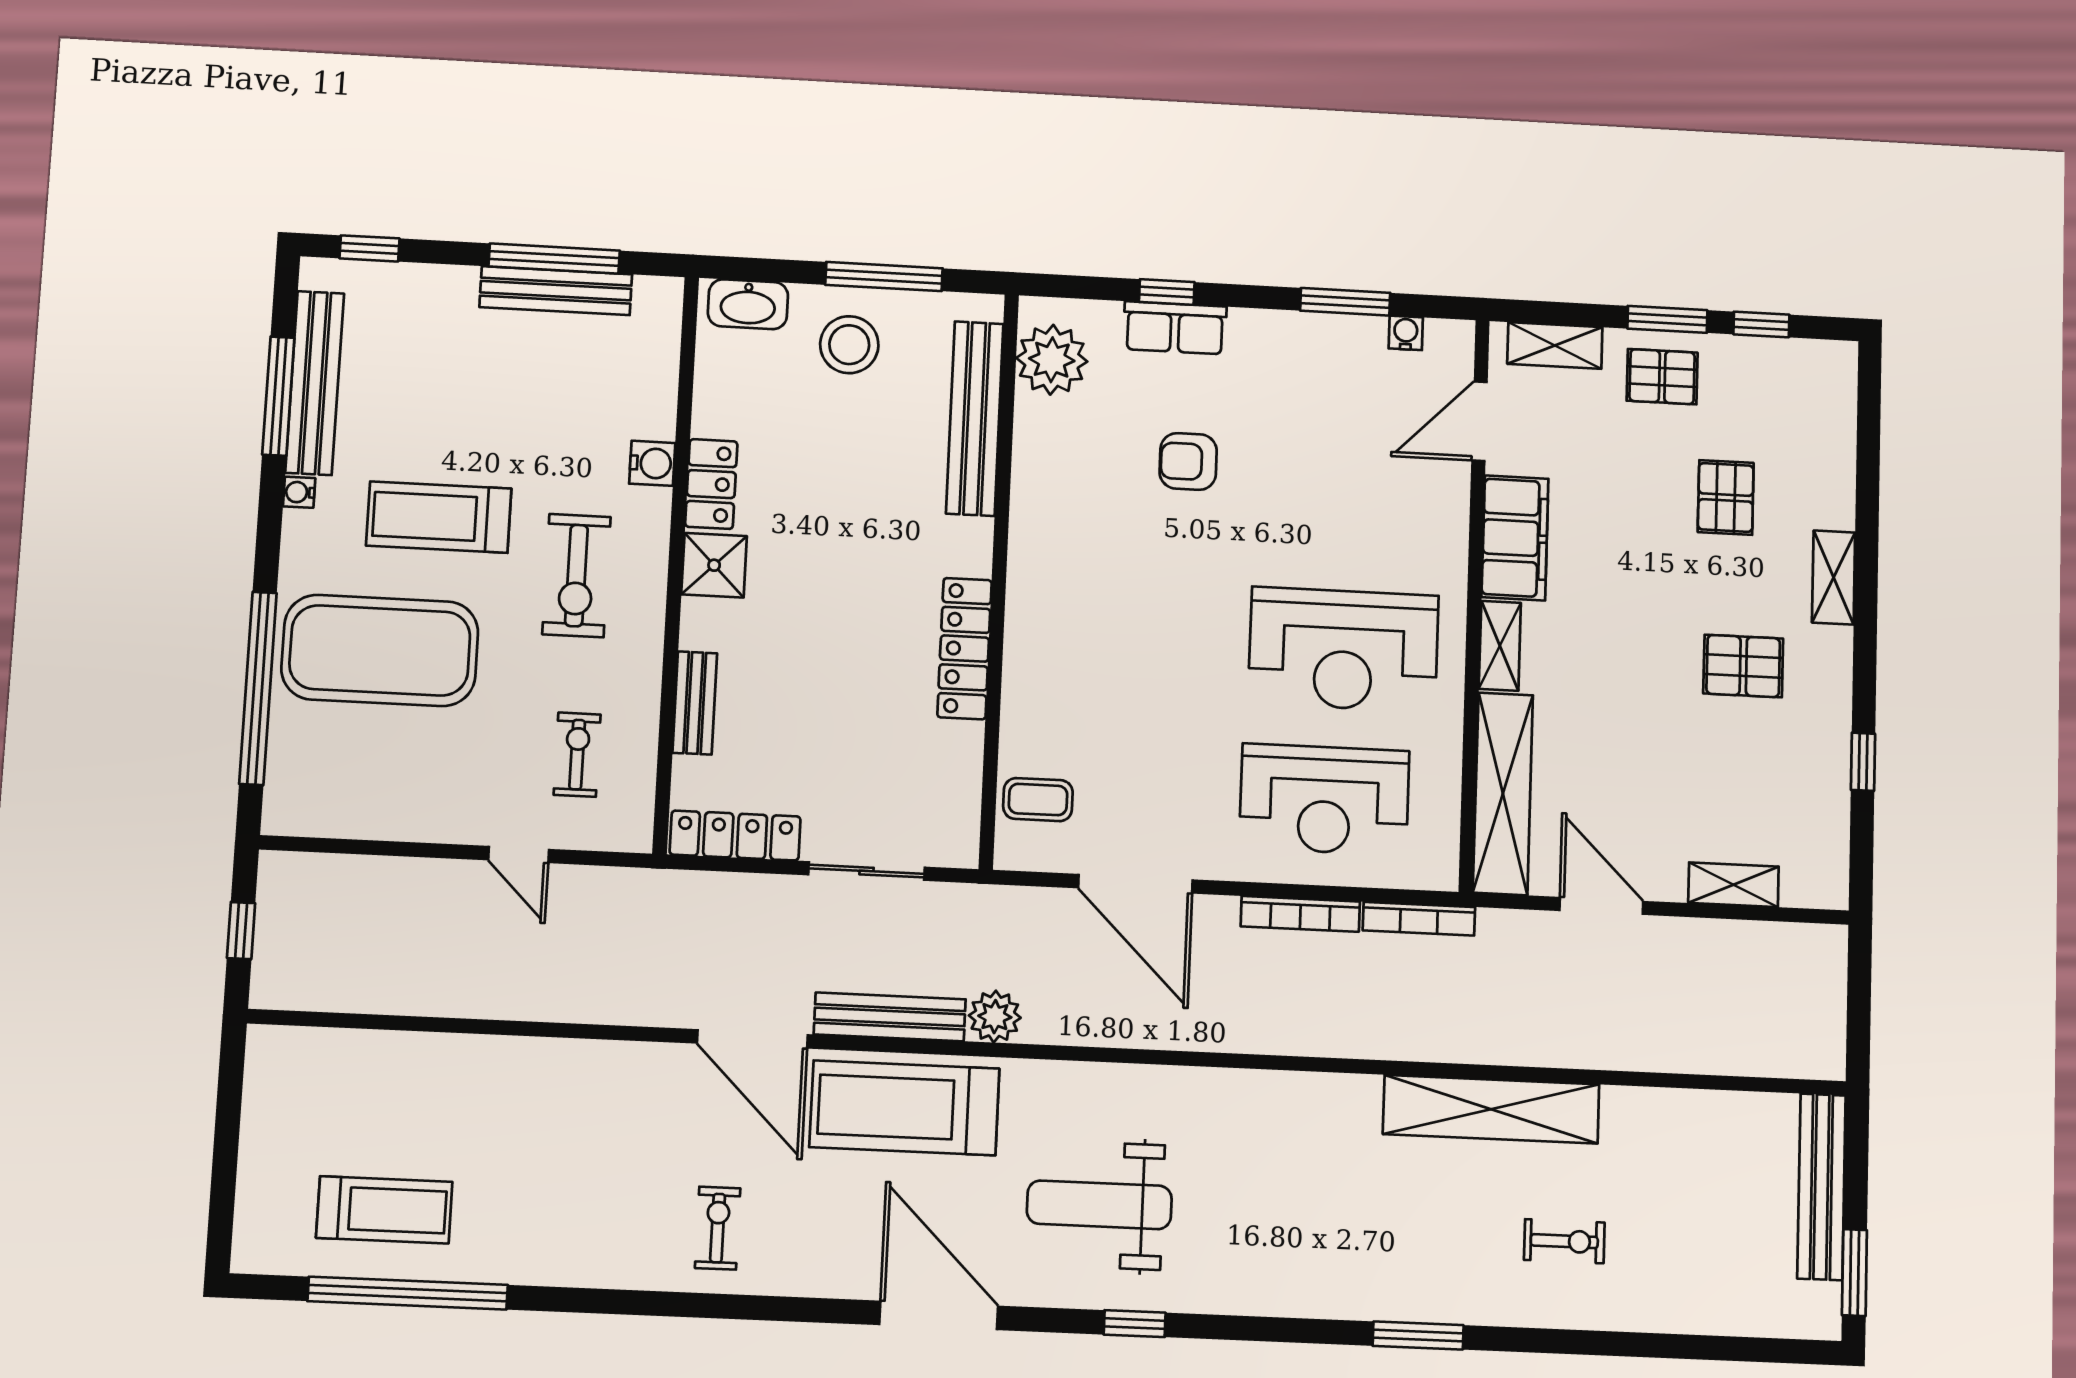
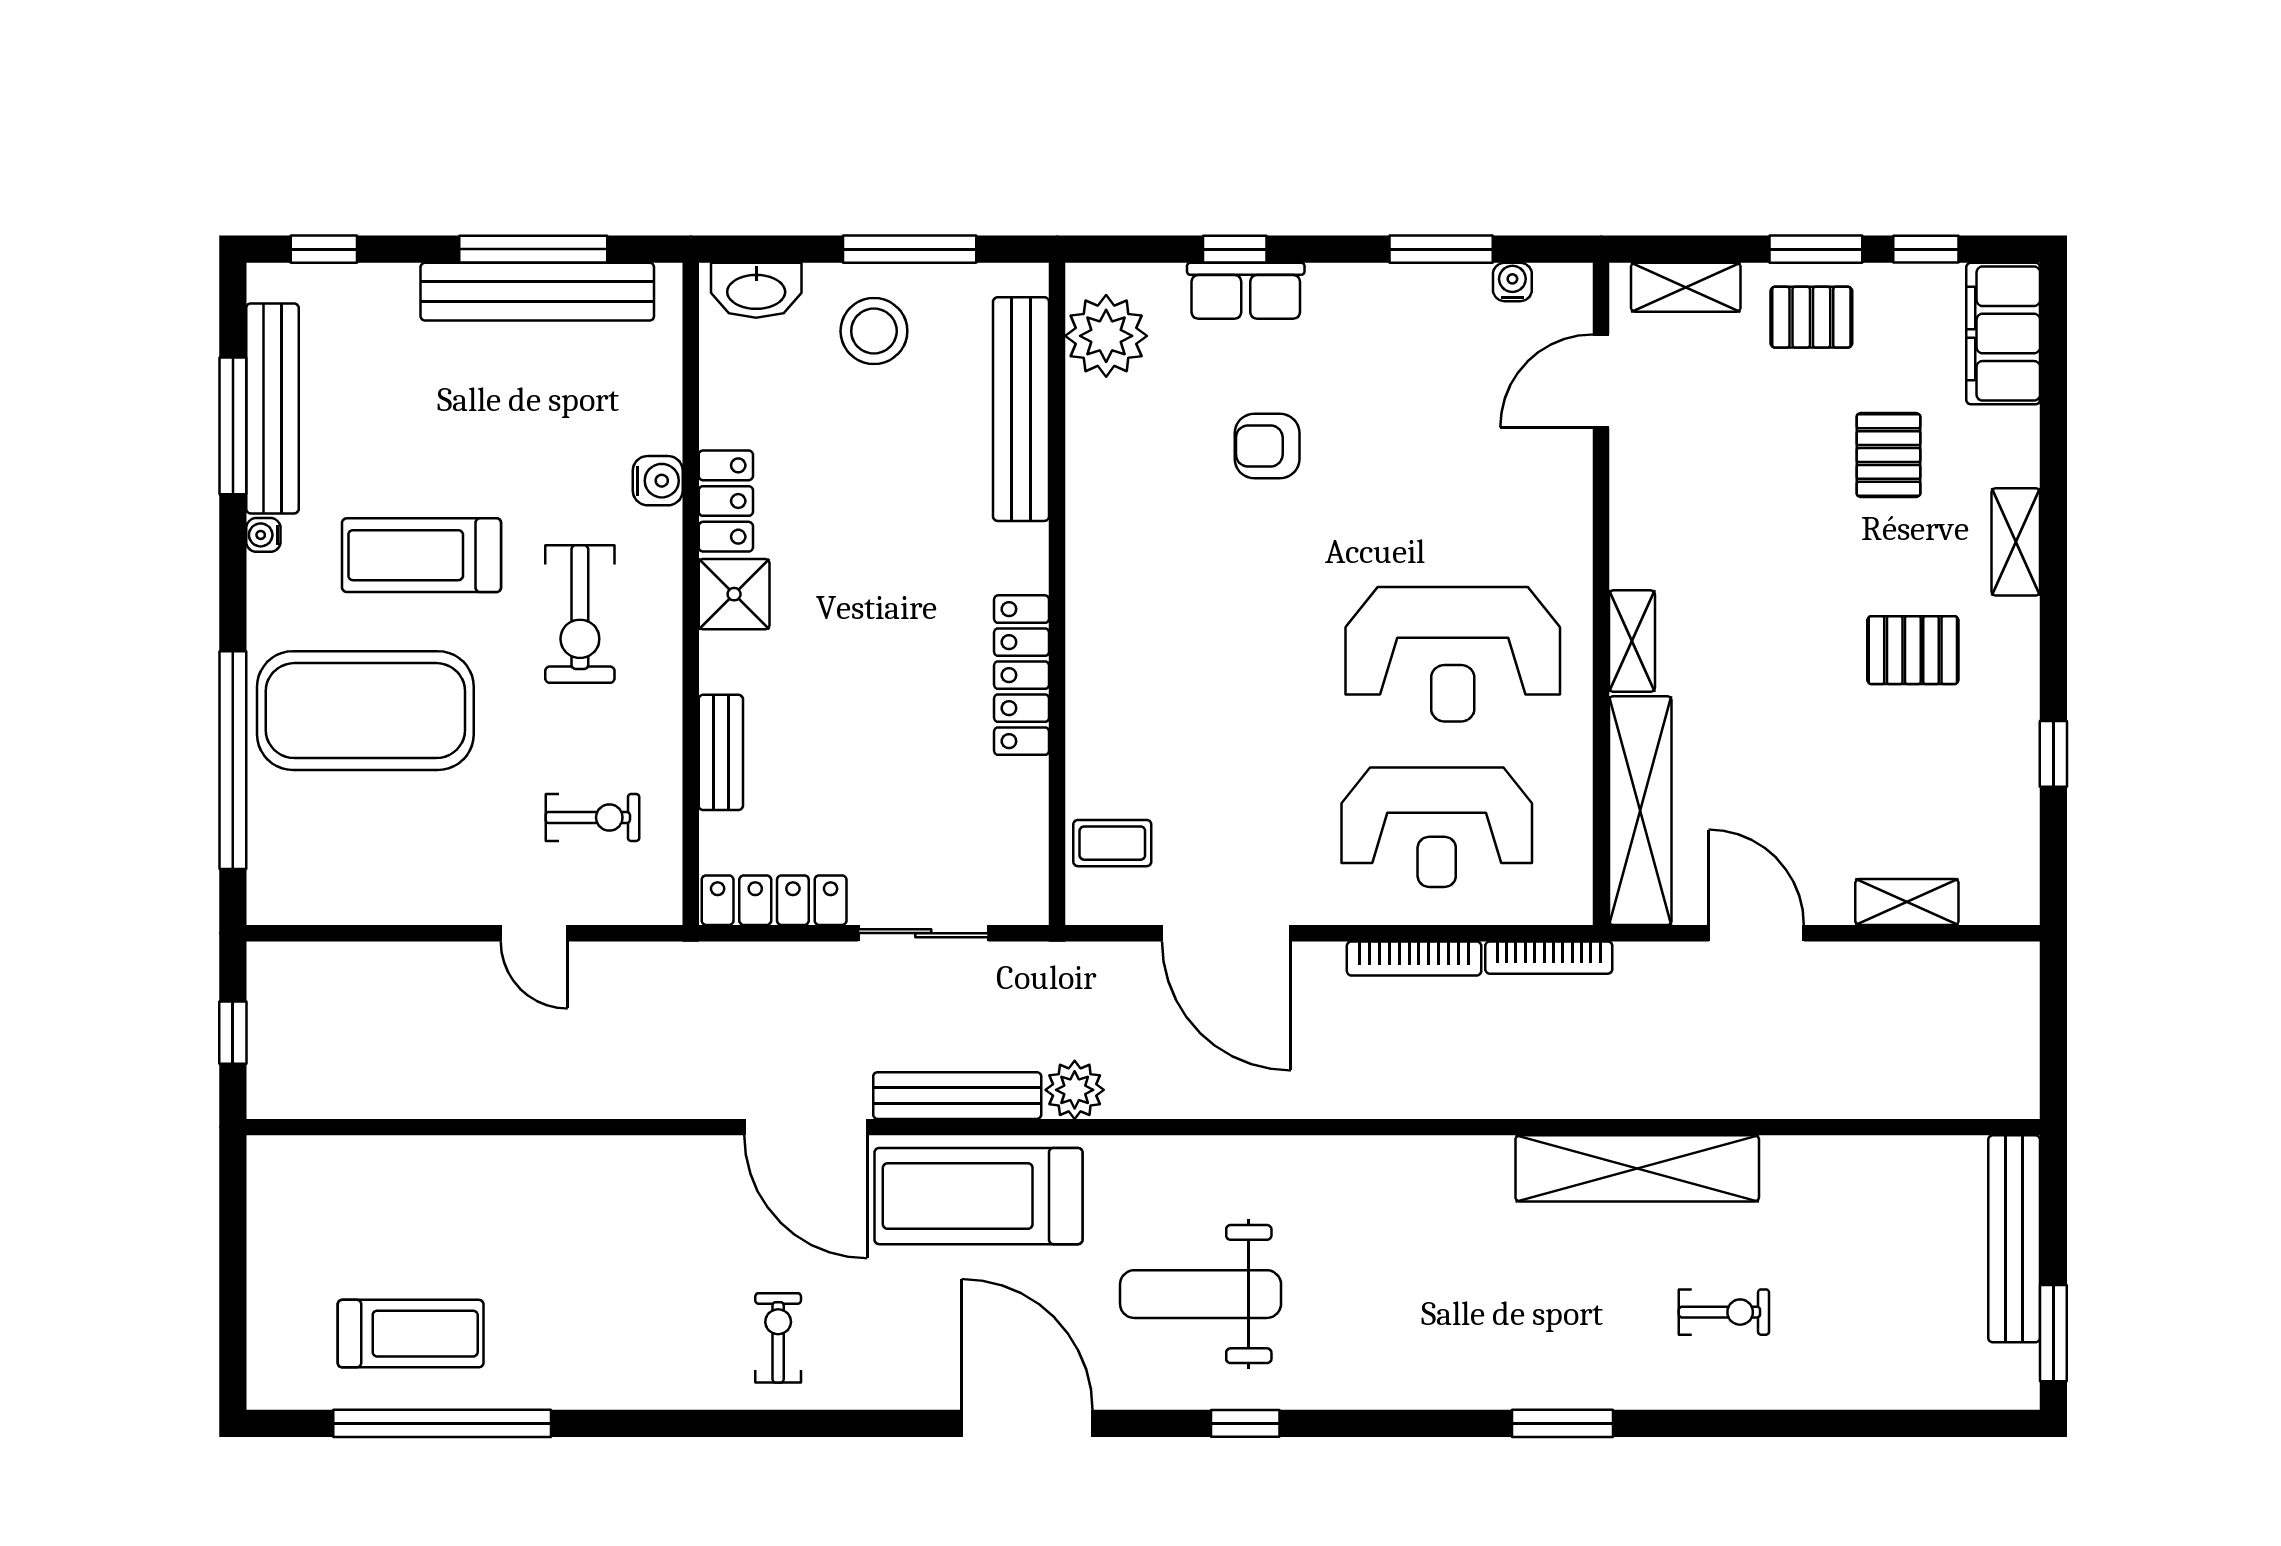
bench: (556, 291) -> (537, 292), width x1.37, depth x1.21
filing cabinet: (1515, 538) -> (2003, 334), moved, turned 180
exercise bike: (577, 755) -> (593, 817), turned 90

